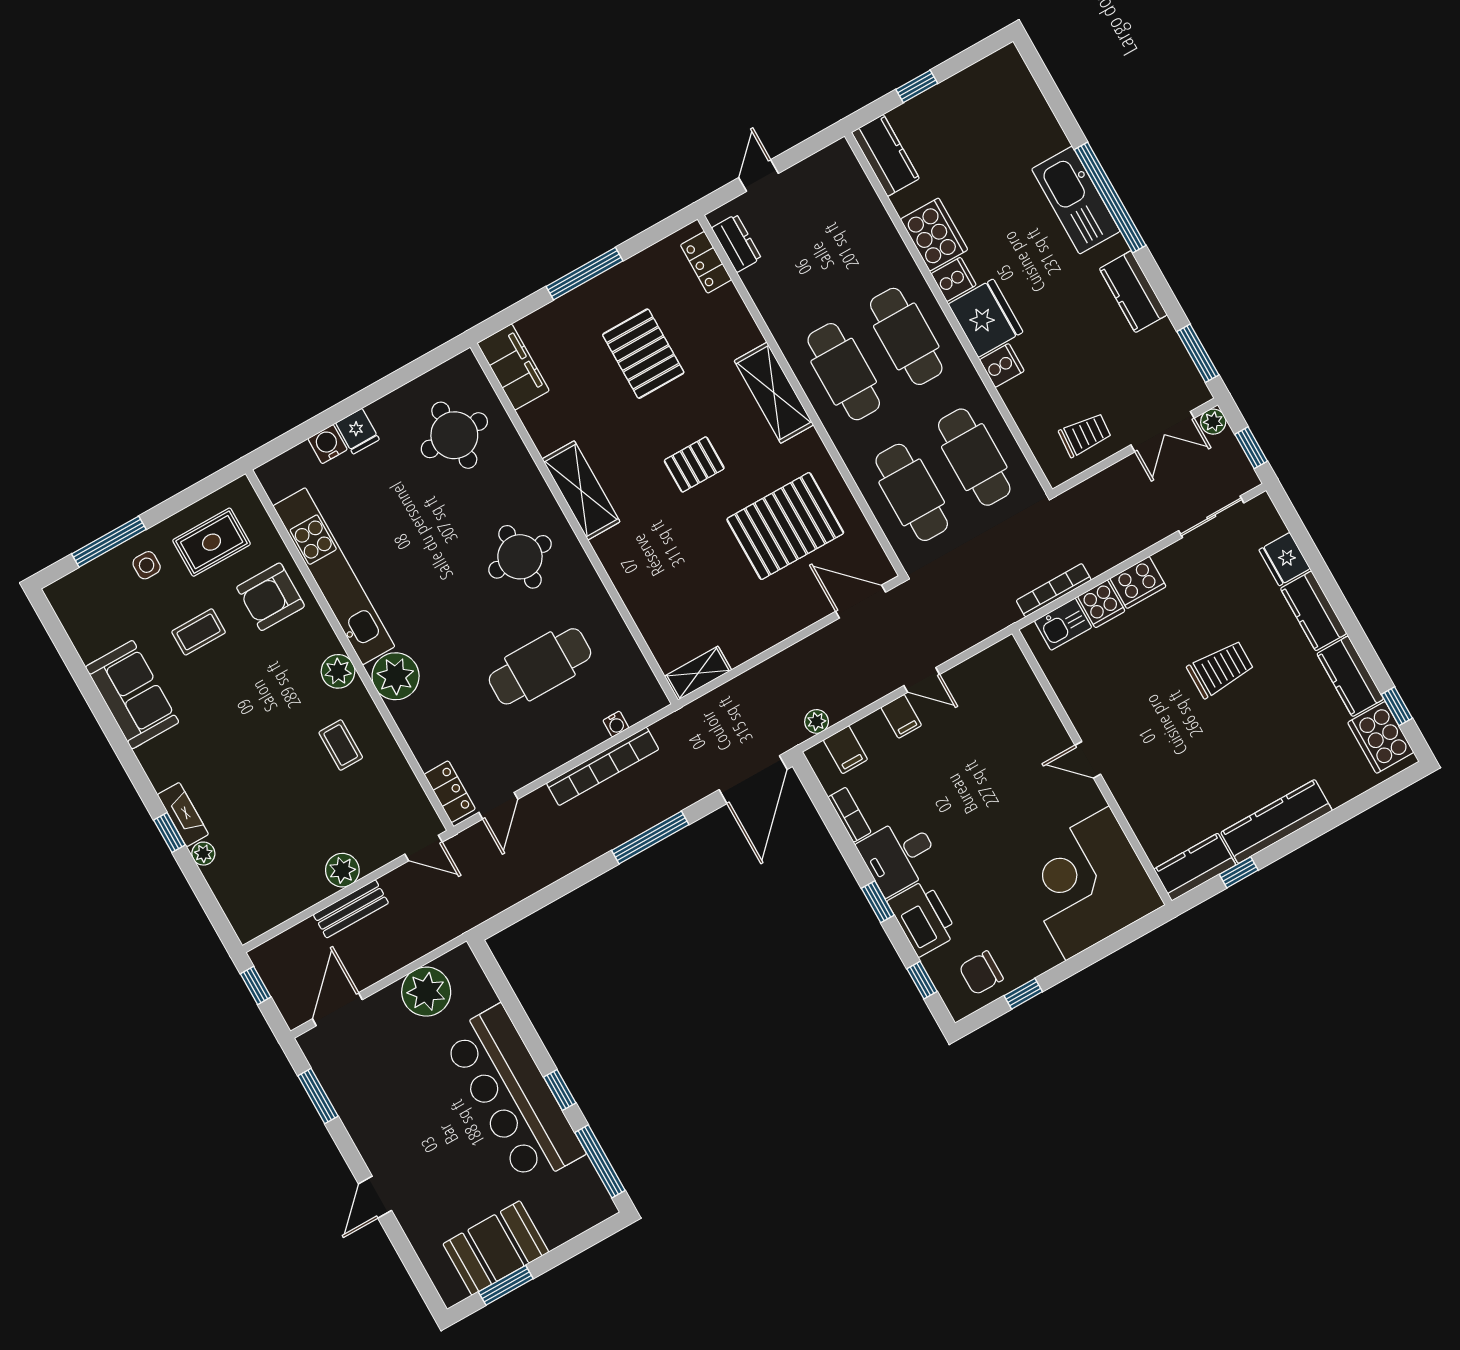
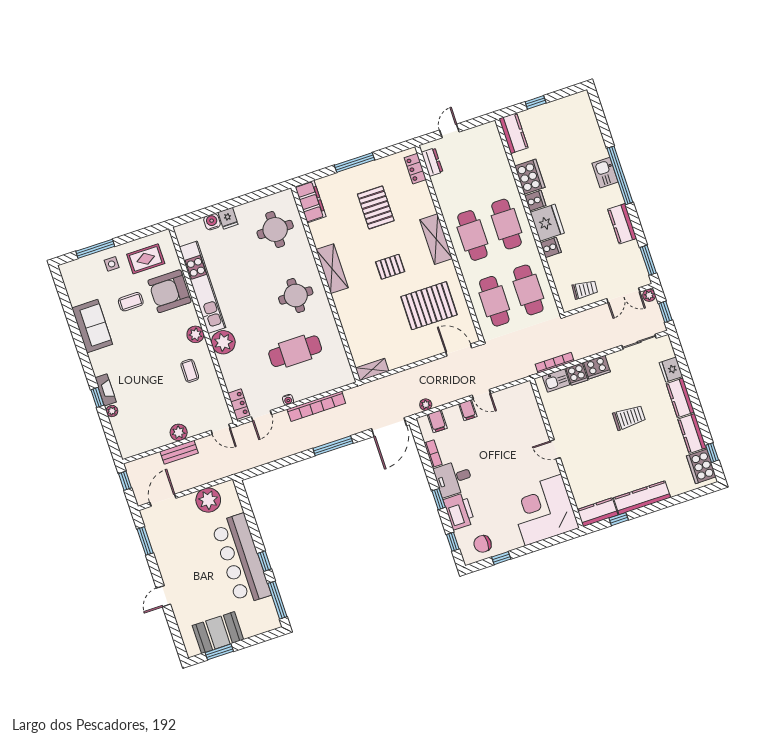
kitchen sink: (1076, 200) -> (605, 173), width x0.53, depth x0.81
armchair: (271, 597) -> (169, 291), width x1.36, depth x1.36
water cooler: (616, 724) -> (288, 400), moved

